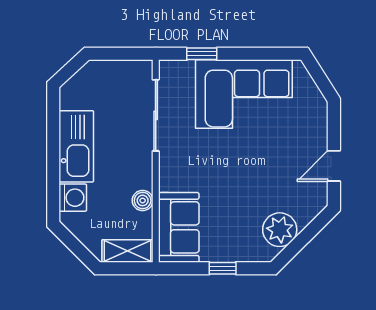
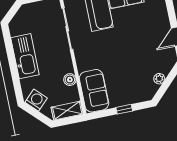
washing machine: (73, 198) -> (36, 100), moved, turned -45
plant: (280, 230) -> (159, 79), width x0.53, depth x0.53

